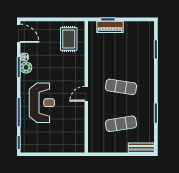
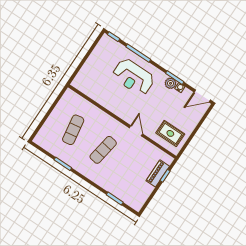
door: (86, 94) -> (136, 131), moved
bench: (141, 148) -> (43, 133), removed

